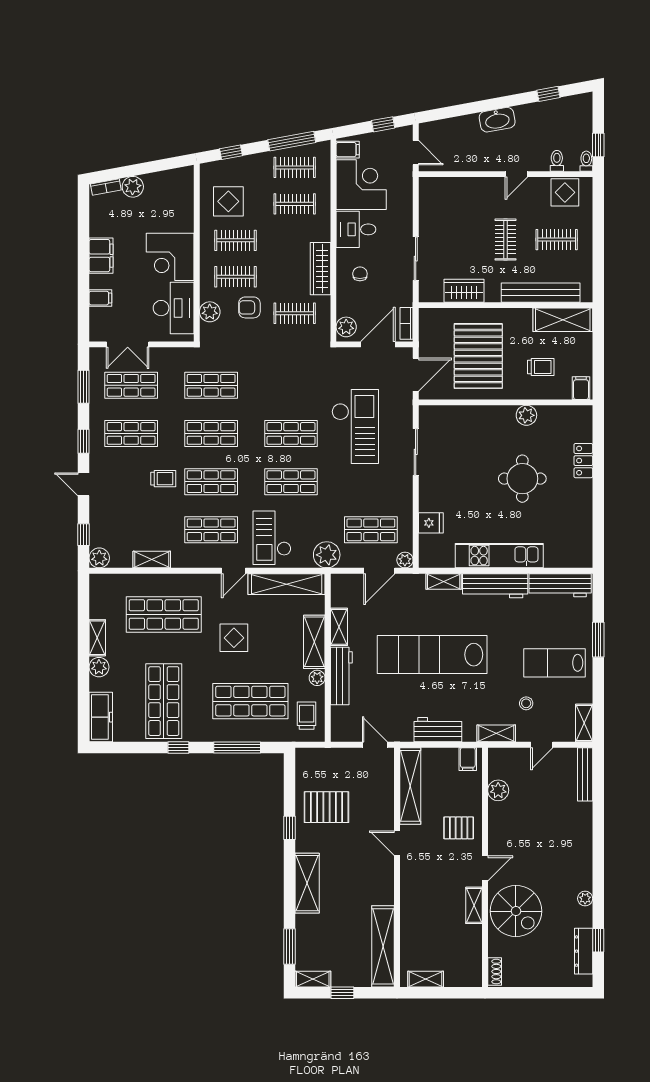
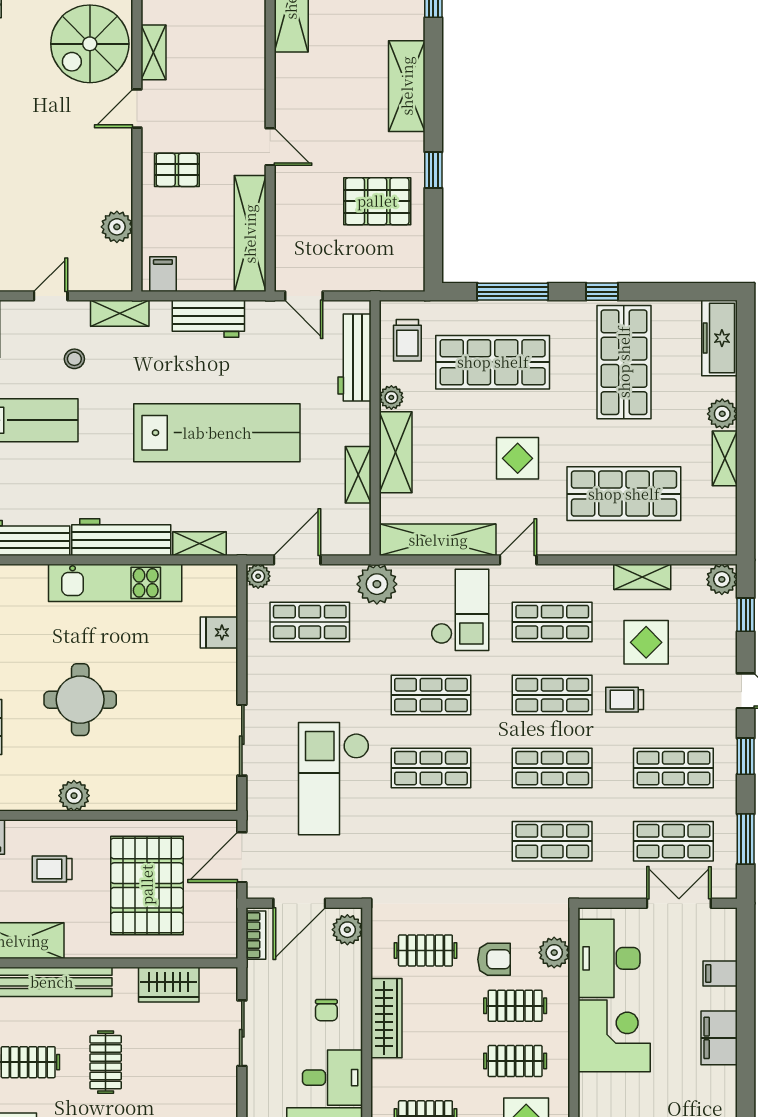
display table: (149, 516) -> (646, 642), added
workbench: (341, 676) -> (355, 358), moved
spiral stairs: (516, 911) -> (90, 44), turned -90

